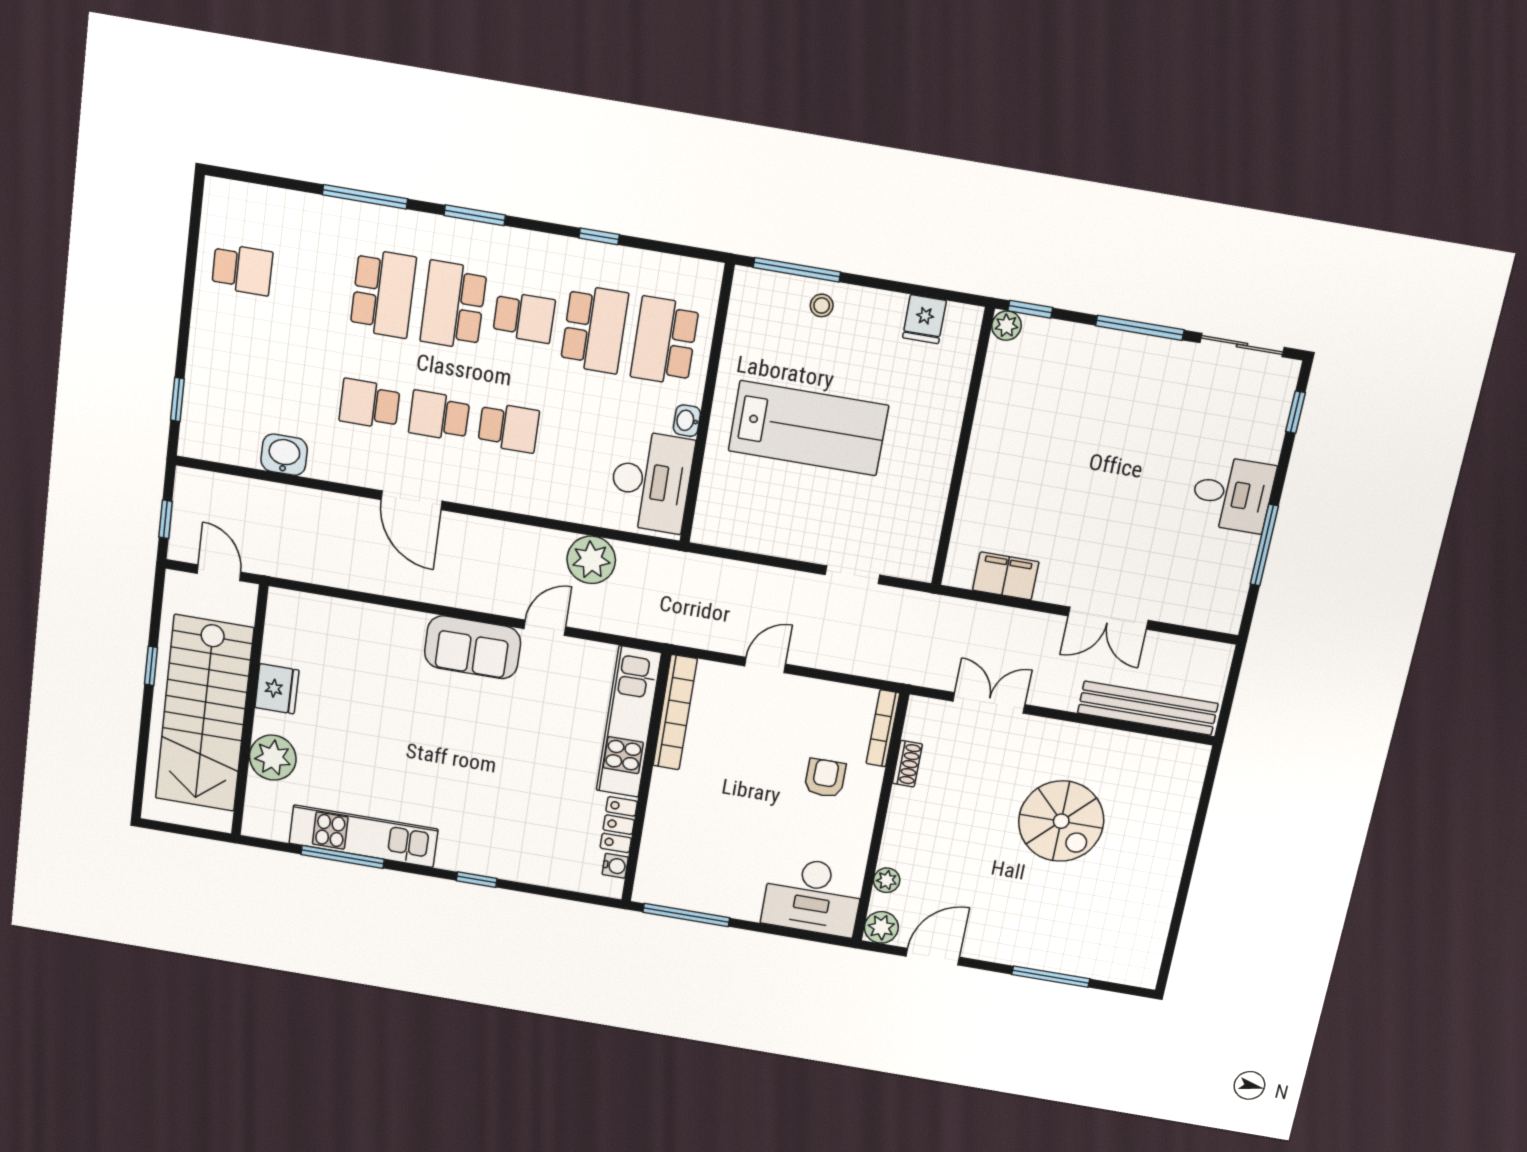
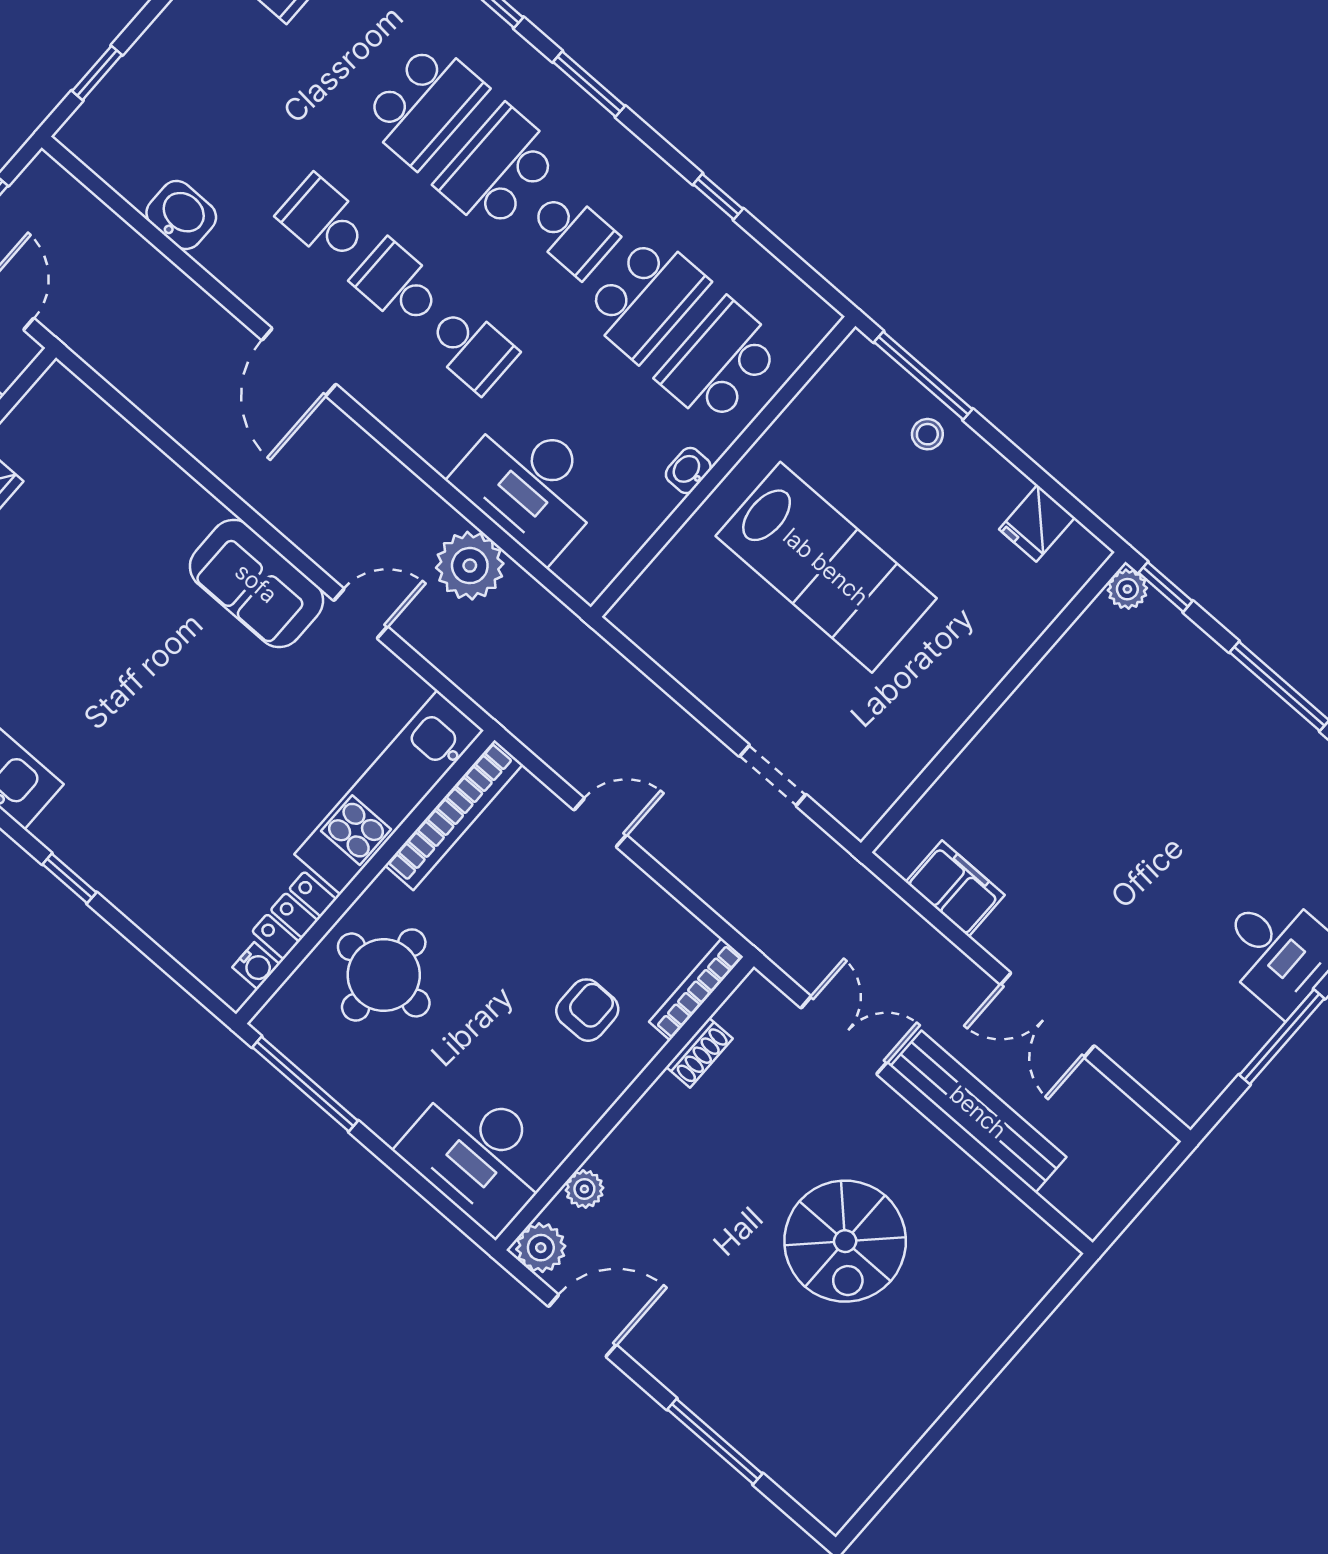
desk: (651, 482) -> (531, 485), moved, turned 90
bench: (1148, 708) -> (978, 1112), moved
round table: (692, 828) -> (384, 975), added

